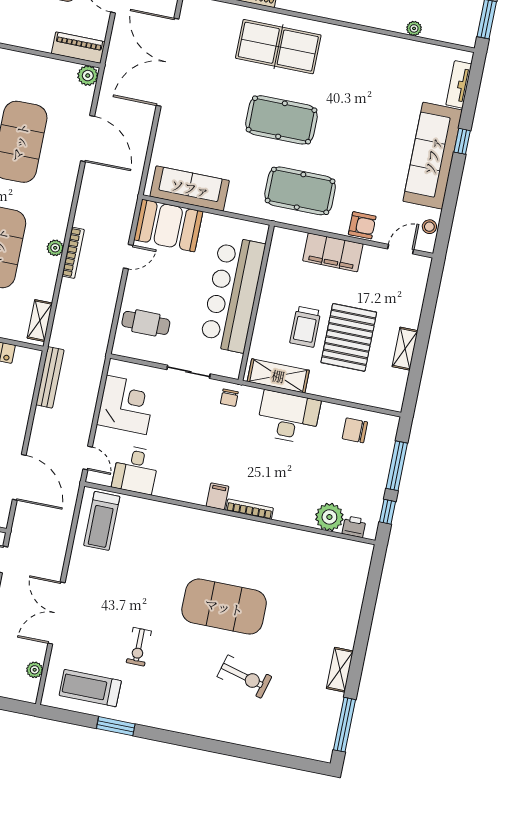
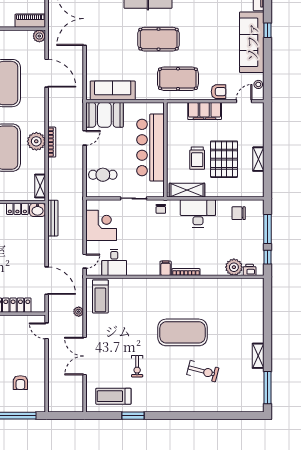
plant: (55, 248) -> (36, 141), width x1.88, depth x1.88
washbasin: (28, 359) -> (38, 210), added
door: (88, 458) -> (85, 261), hinge flipped
plant: (35, 670) -> (79, 312), moved

